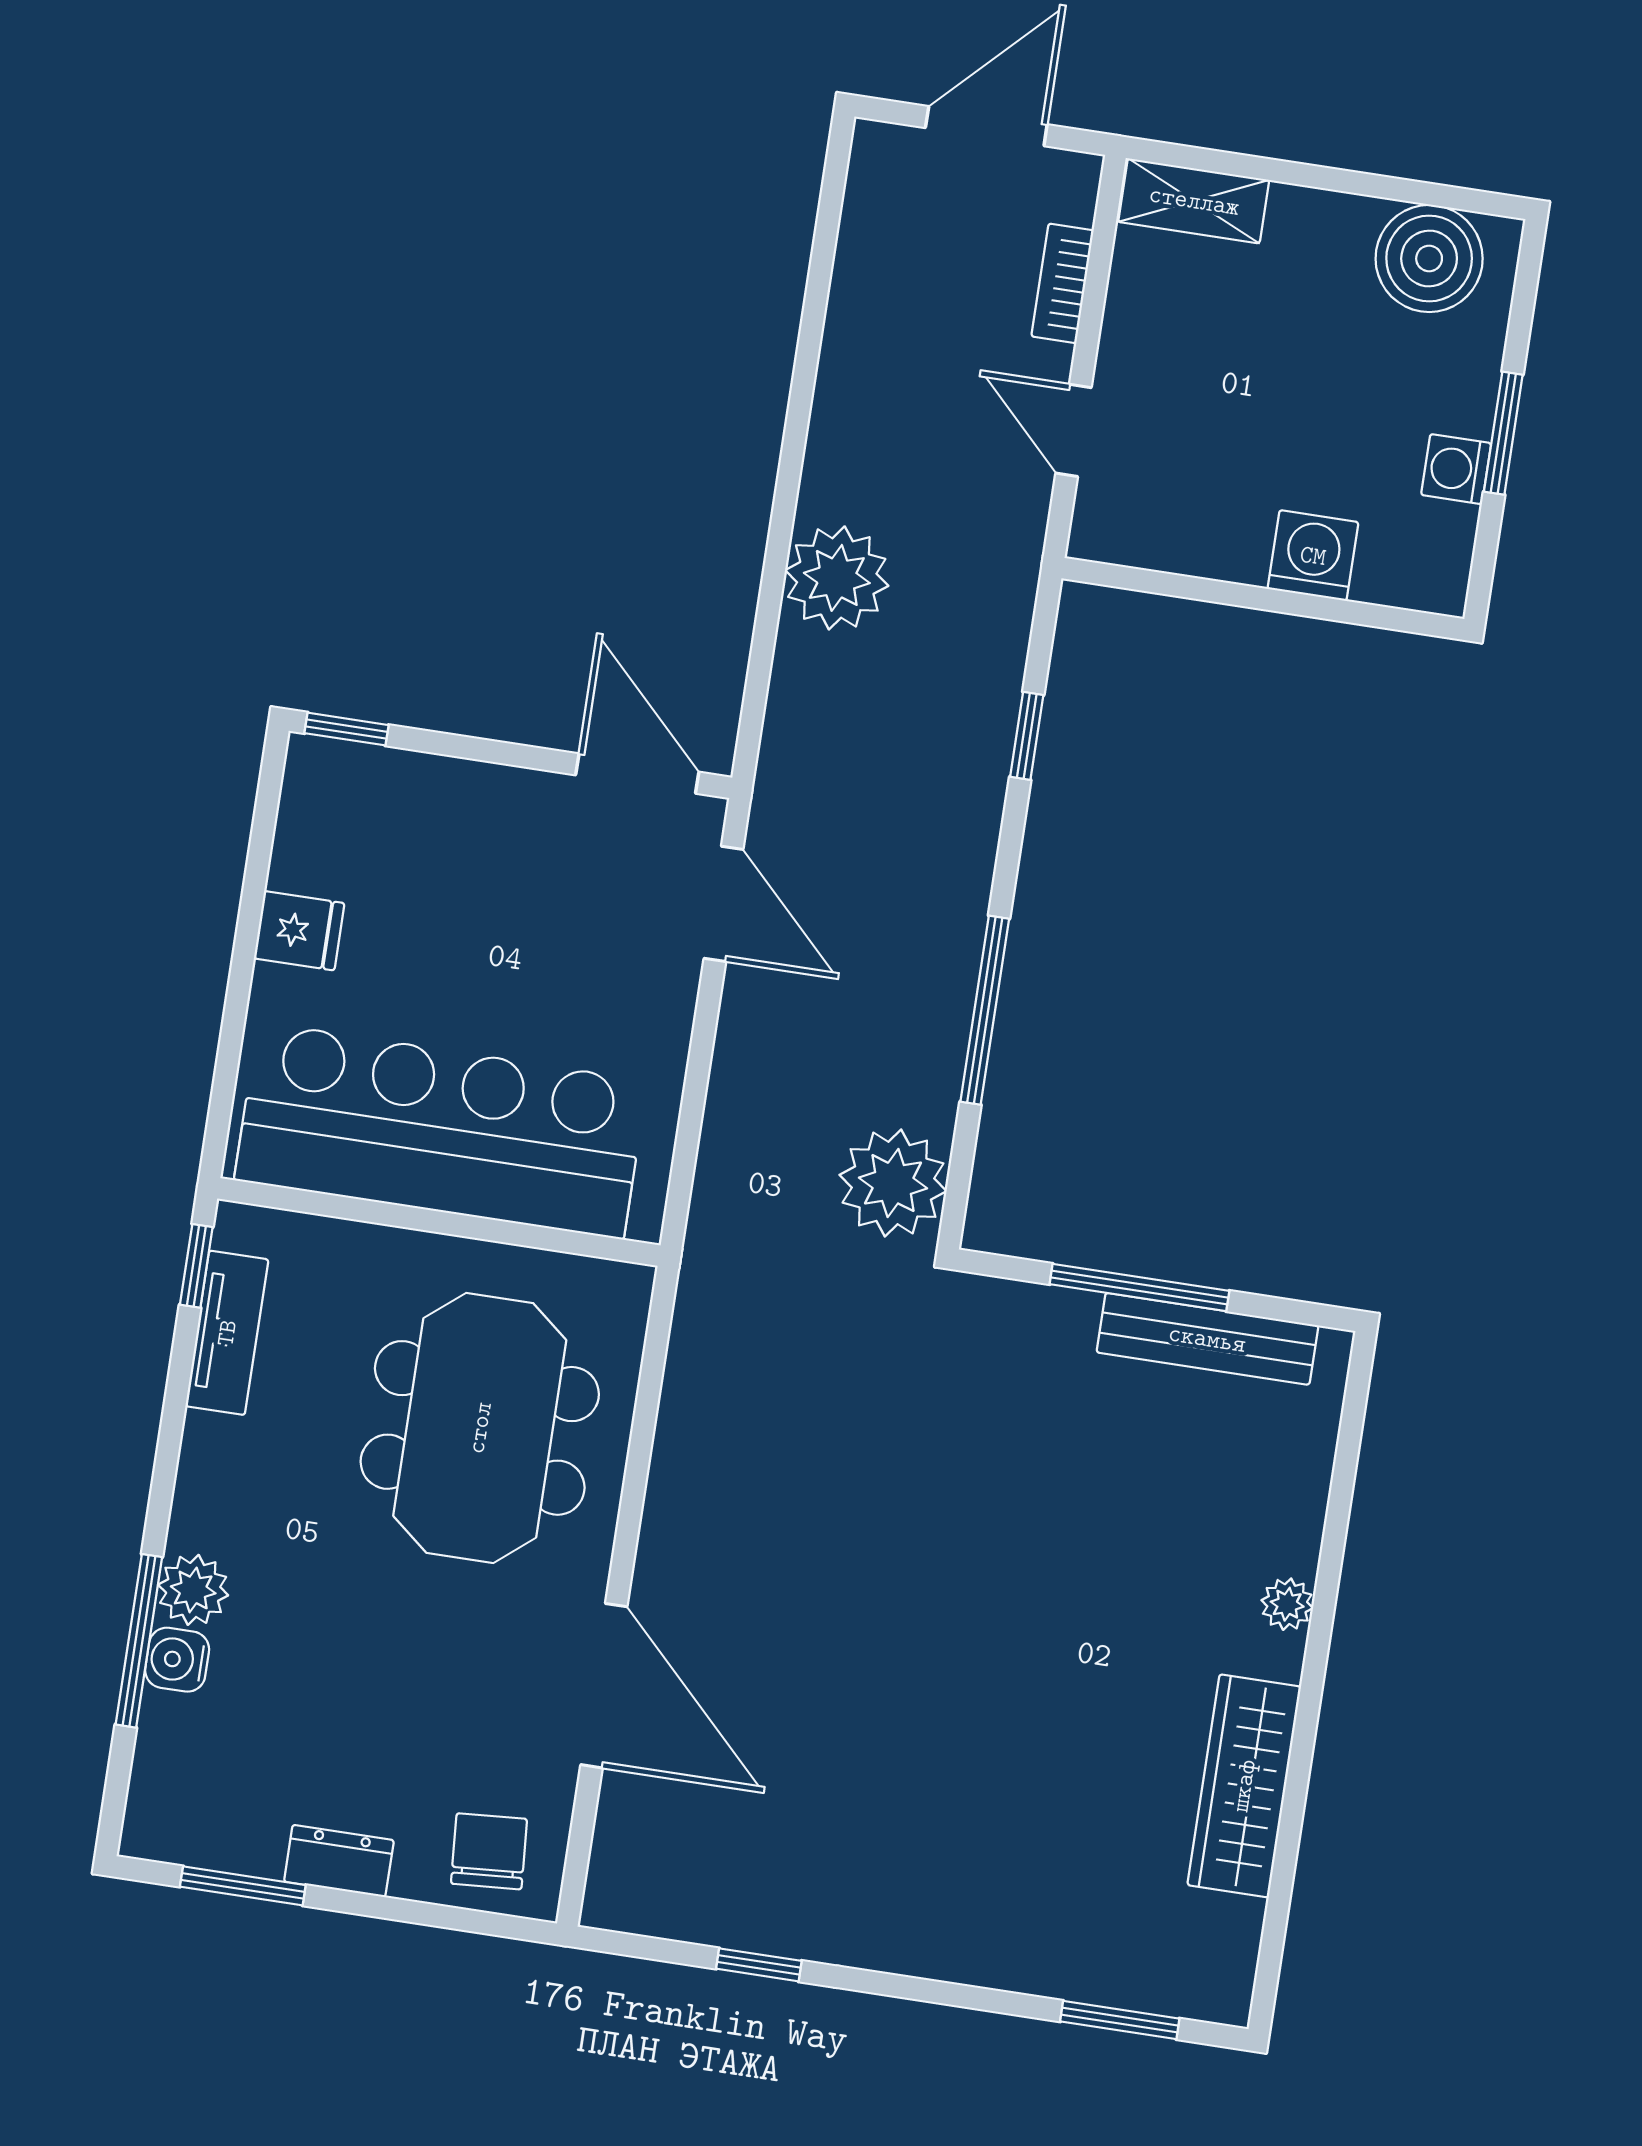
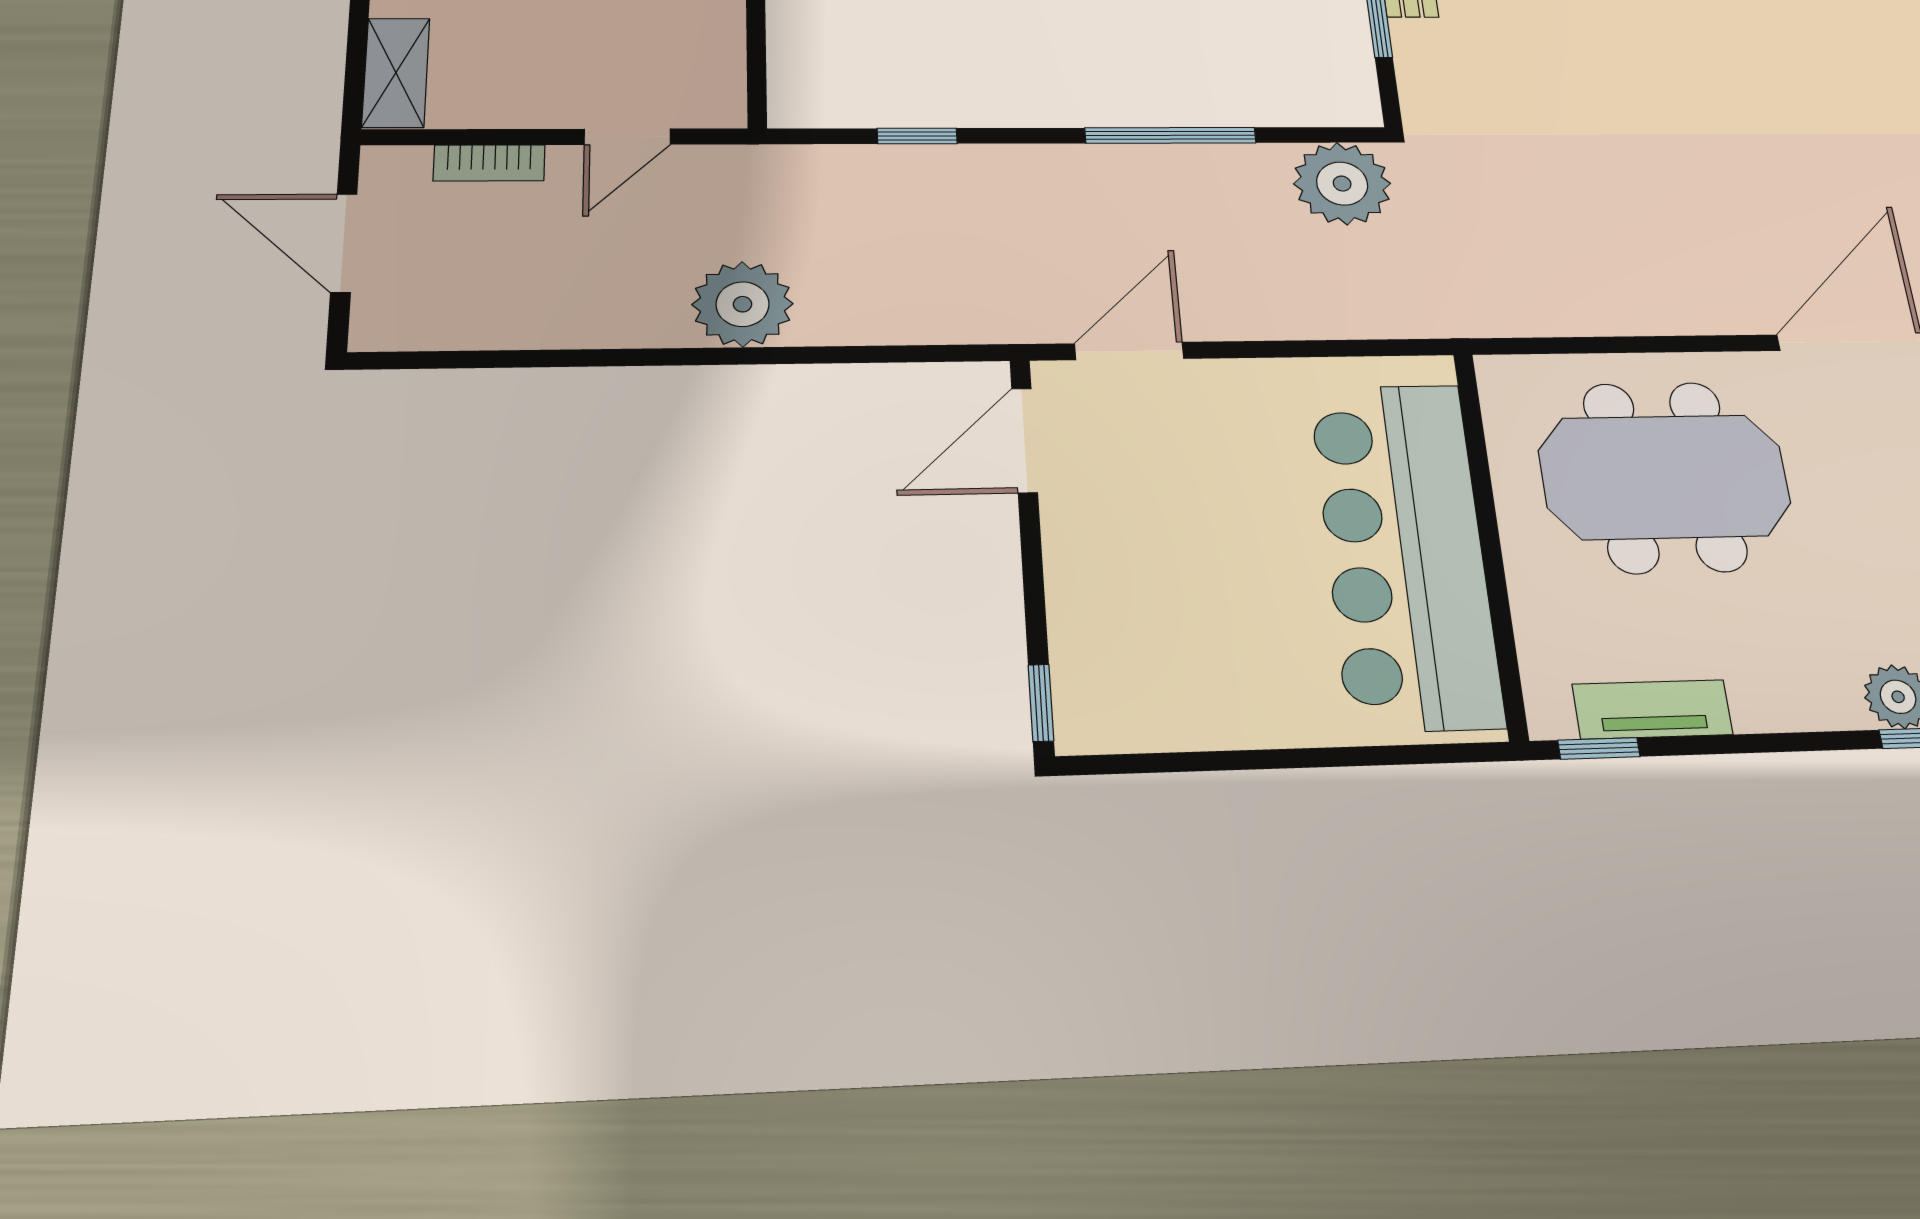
plant: (837, 578) -> (743, 304), moved
fridge: (299, 931) -> (1250, 712), removed

